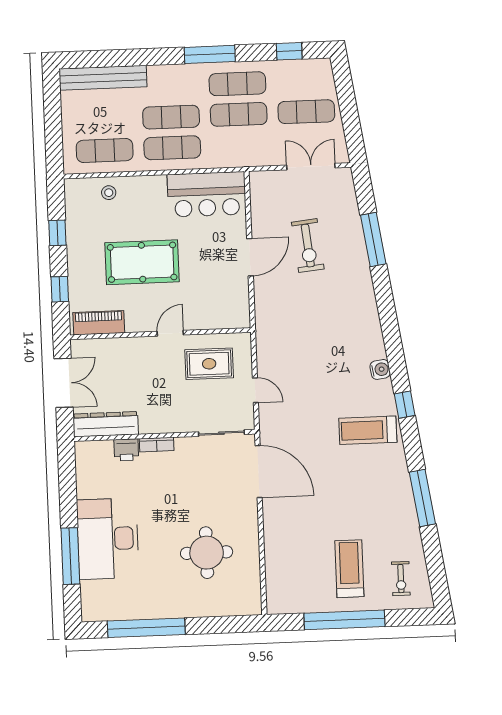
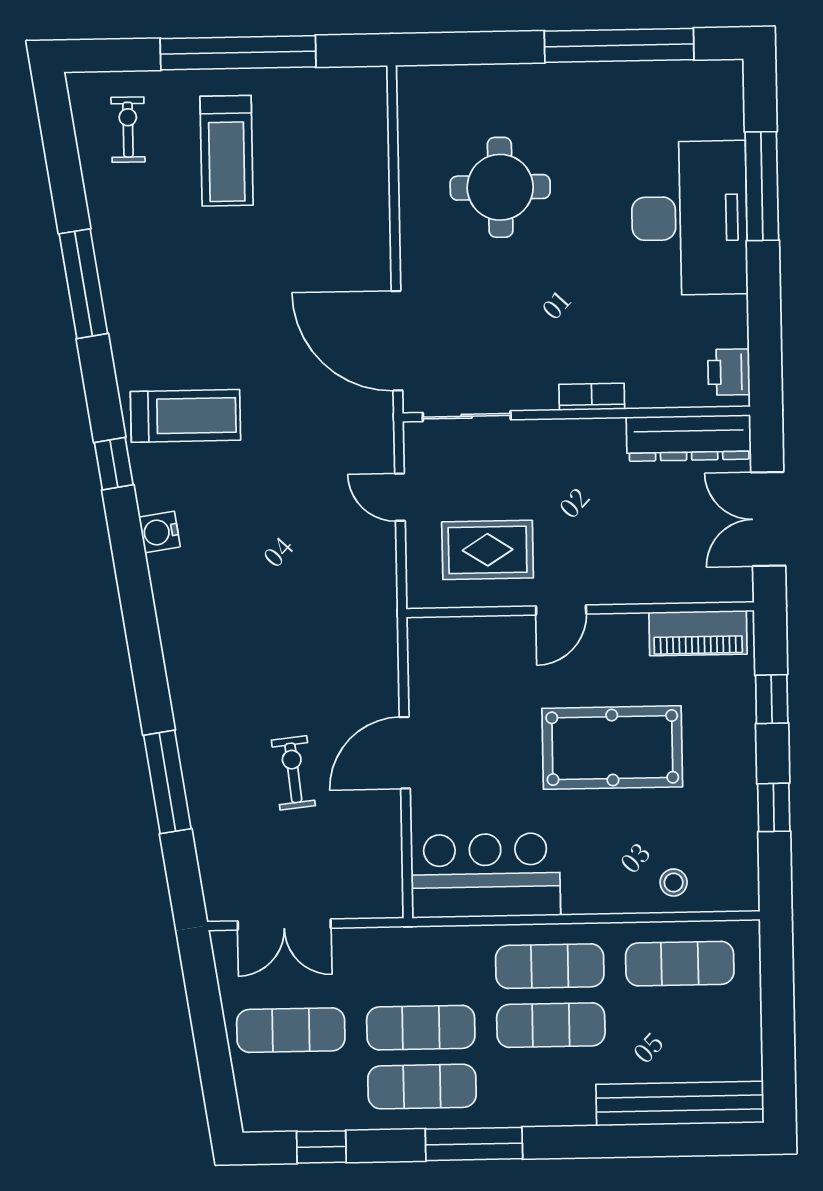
exercise bike: (308, 246) -> (293, 773), width x0.73, depth x0.72
printer: (126, 450) -> (729, 372), moved, turned -90

